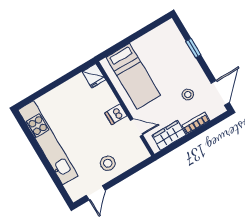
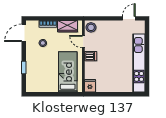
stool: (108, 163) -> (91, 27), moved

